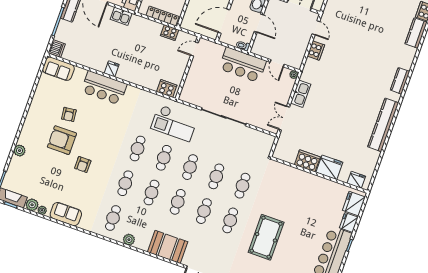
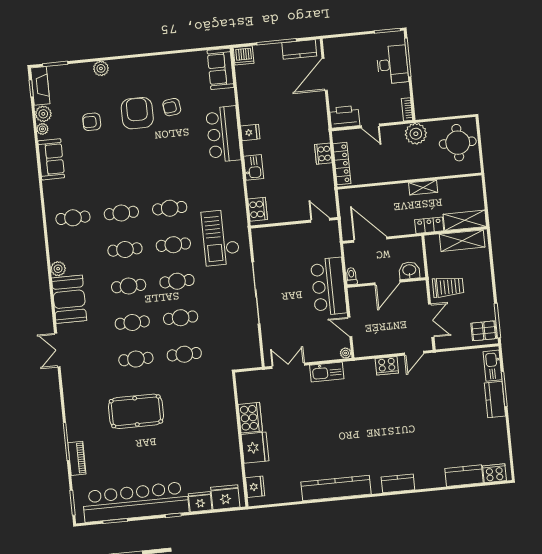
kitchen sink: (121, 16) -> (254, 167), moved, turned 180
cooker: (170, 33) -> (323, 154), moved
door: (277, 63) -> (350, 327), hinge flipped
armchair: (83, 165) -> (92, 122), moved
plant: (129, 240) -> (58, 269), moved

